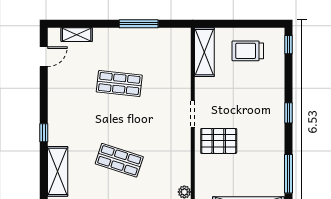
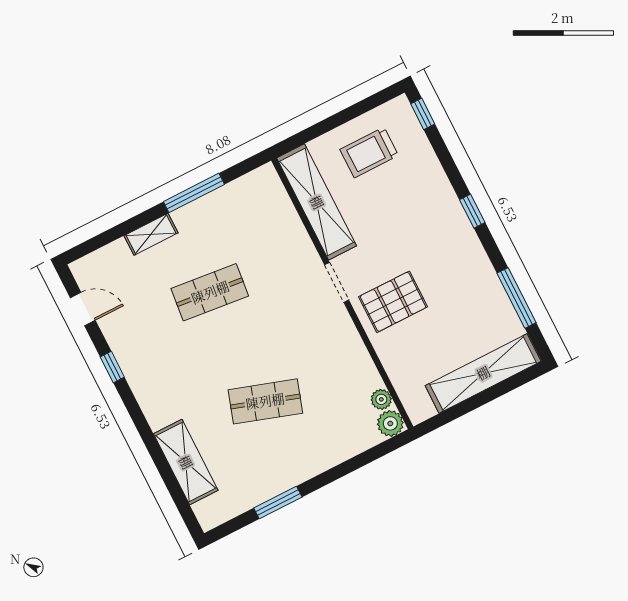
shelving: (77, 35) -> (151, 234), moved
shelving: (204, 52) -> (317, 202), width x1.47
door: (44, 57) -> (83, 309), hinge flipped
window: (44, 133) -> (112, 367), moved

